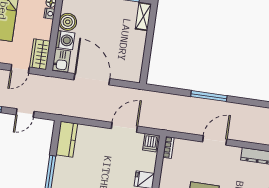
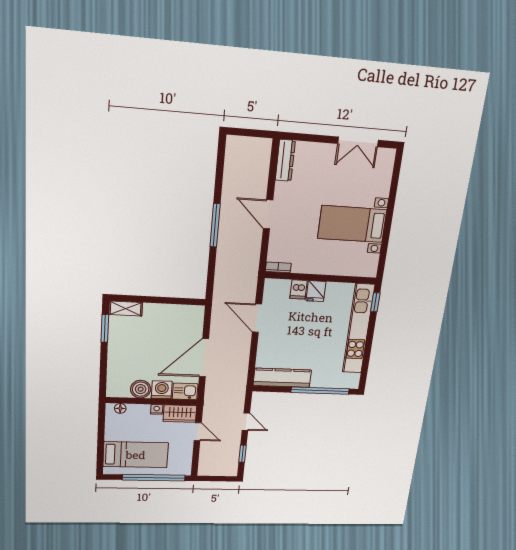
nightstand: (49, 14) -> (157, 409), moved
kitchen counter: (67, 139) -> (282, 378), width x1.50
dishwasher: (150, 143) -> (299, 289), moved, turned 90

